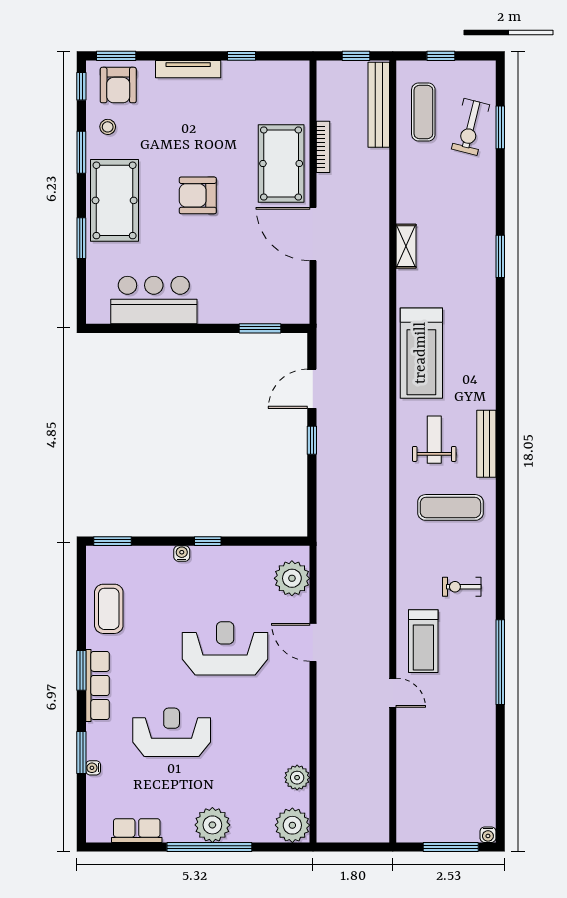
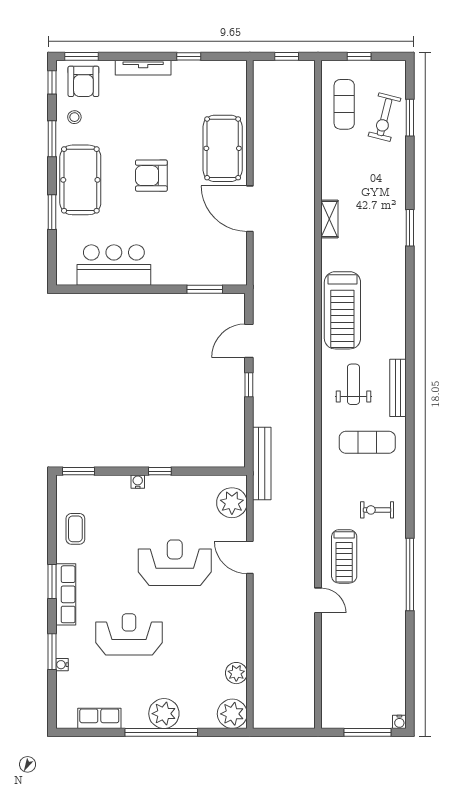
bench: (379, 105) -> (262, 464), moved
bookcase: (323, 147) -> (258, 134), removed
coffee table: (109, 609) -> (75, 529), width x0.73, depth x0.77

